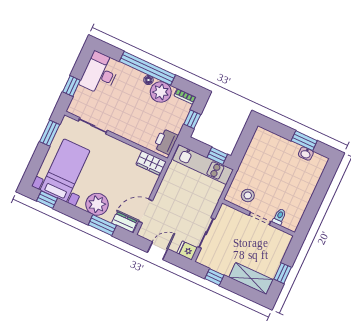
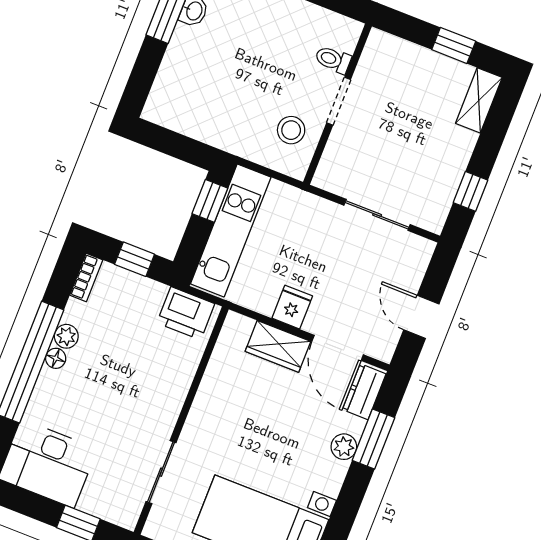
plant: (161, 92) -> (66, 336), width x0.53, depth x0.53
wardrobe: (151, 163) -> (278, 346), moved, turned 90
plant: (97, 204) -> (344, 447), width x0.53, depth x0.53
fridge: (187, 250) -> (292, 307), moved, turned 180
shelving: (251, 278) -> (479, 100), width x0.67, depth x0.75

